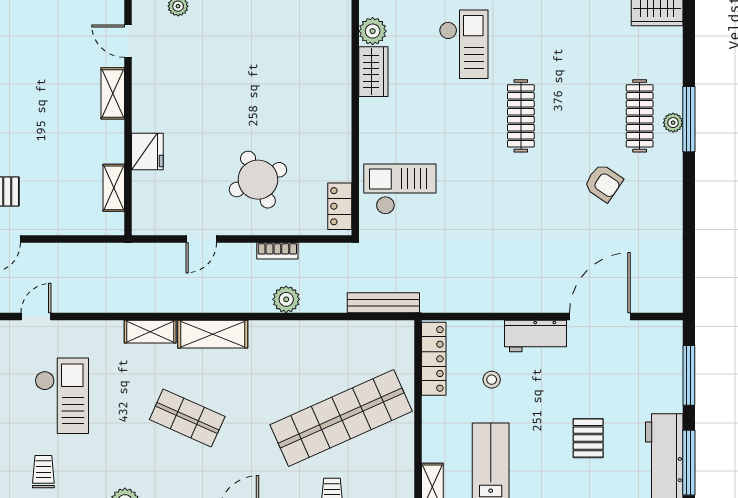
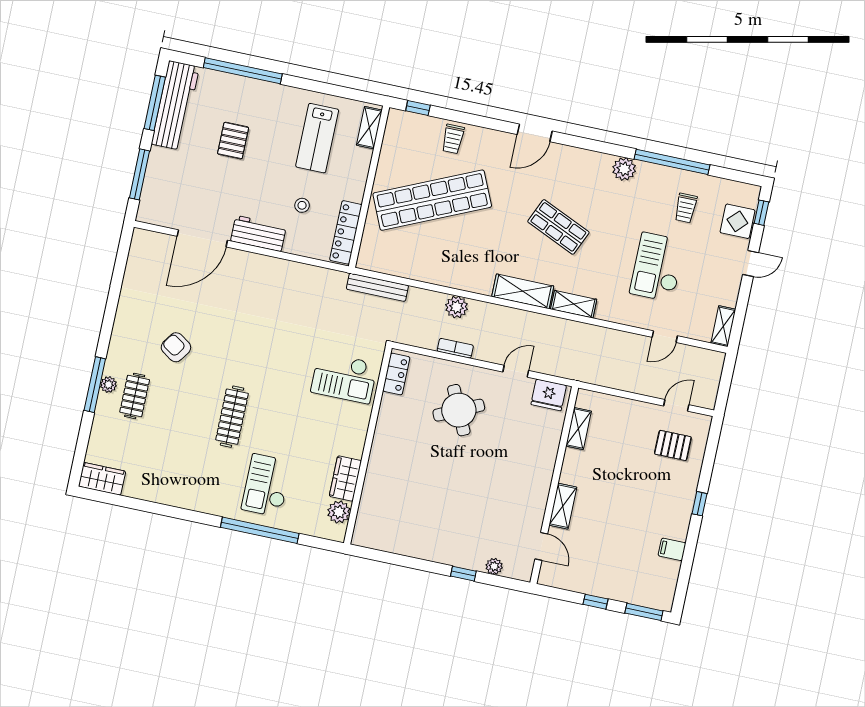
clothes rail: (640, 116) -> (135, 396), width x0.73
fridge: (147, 152) -> (549, 395), moved, turned -90

